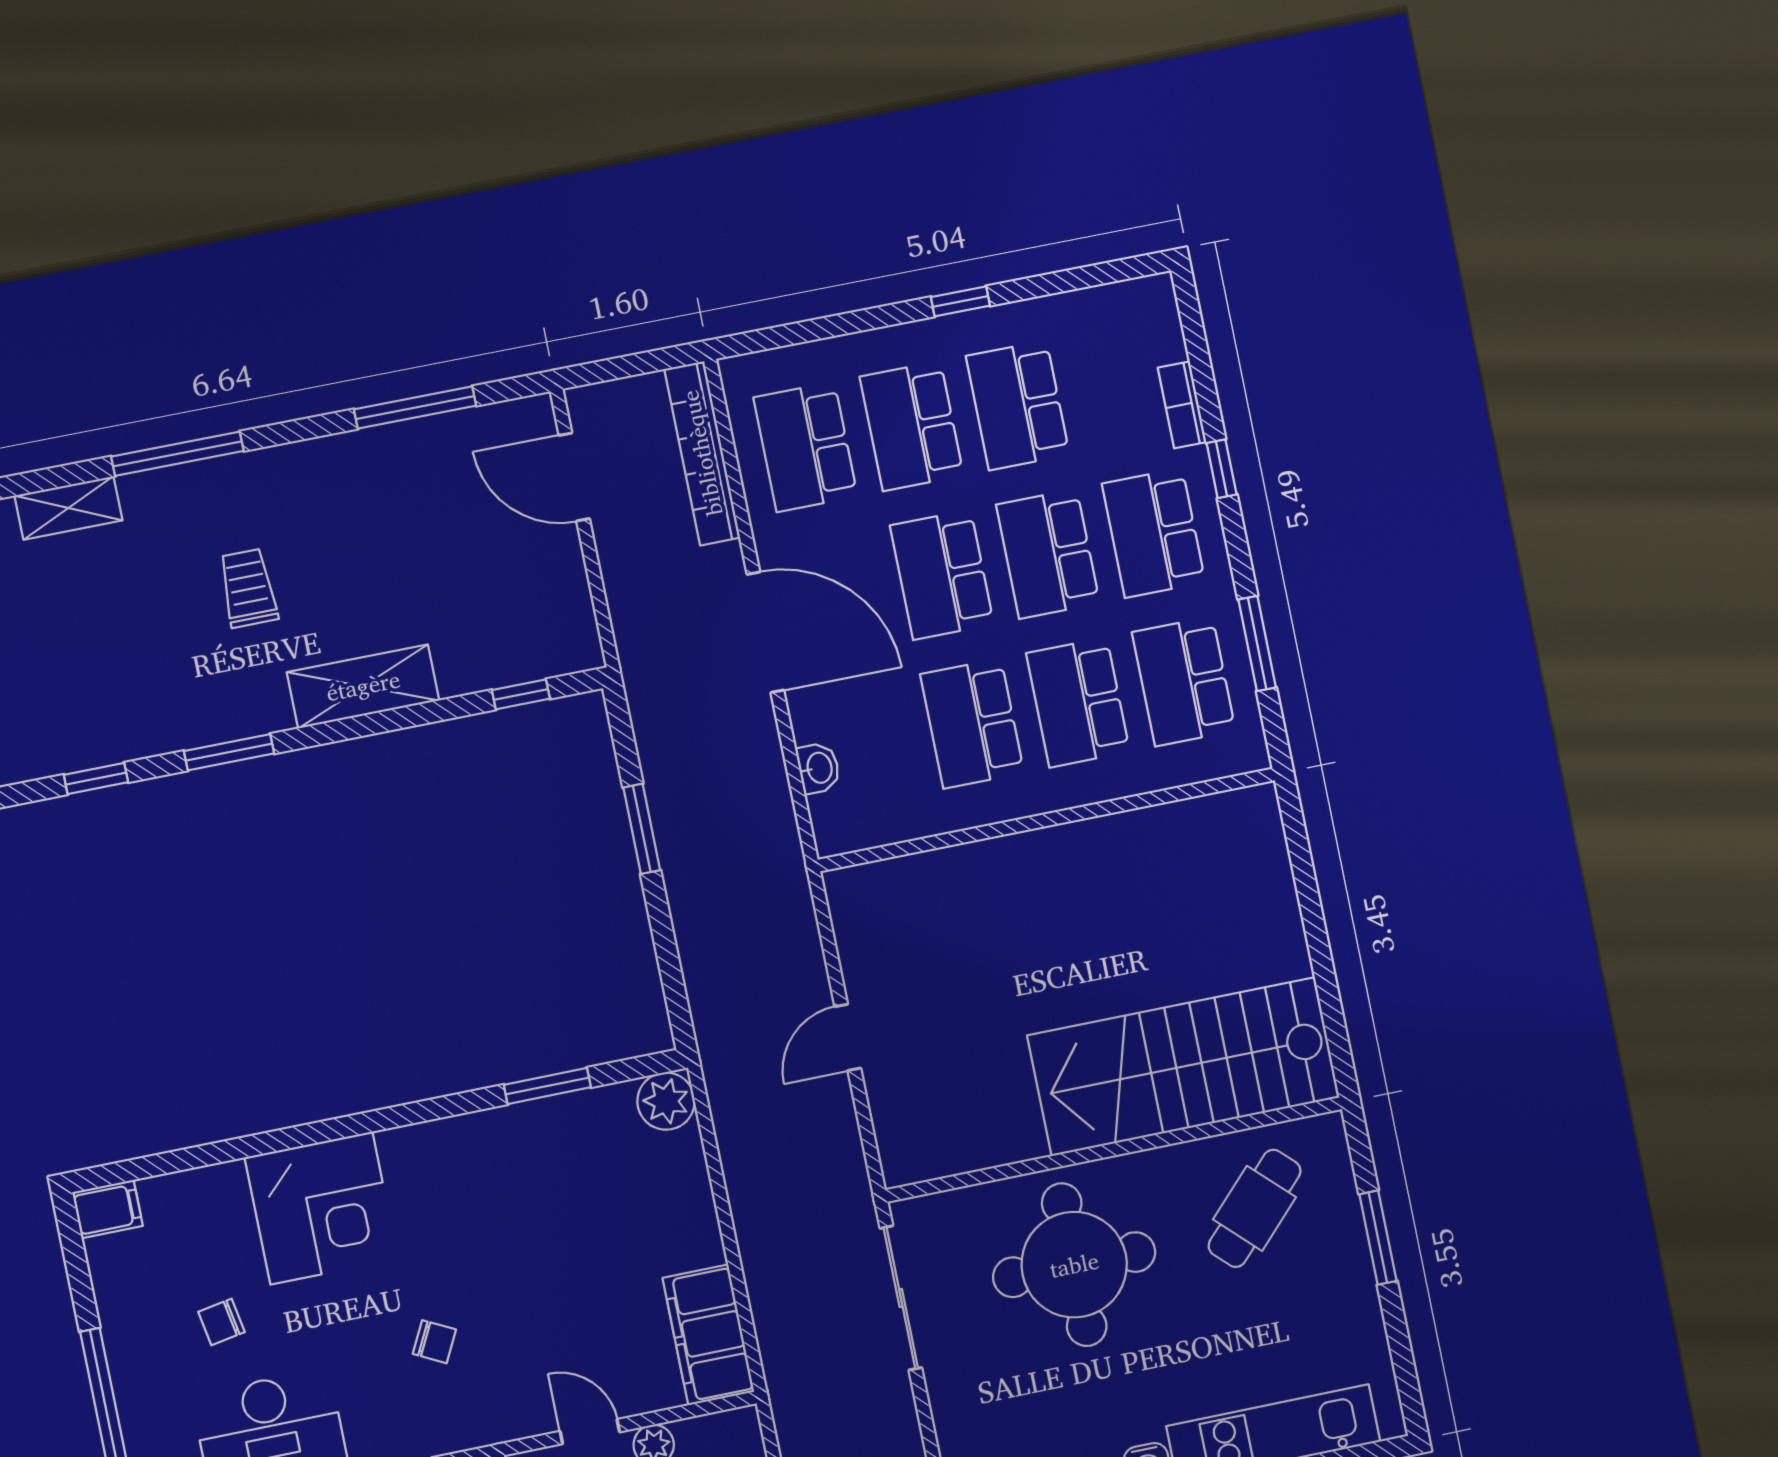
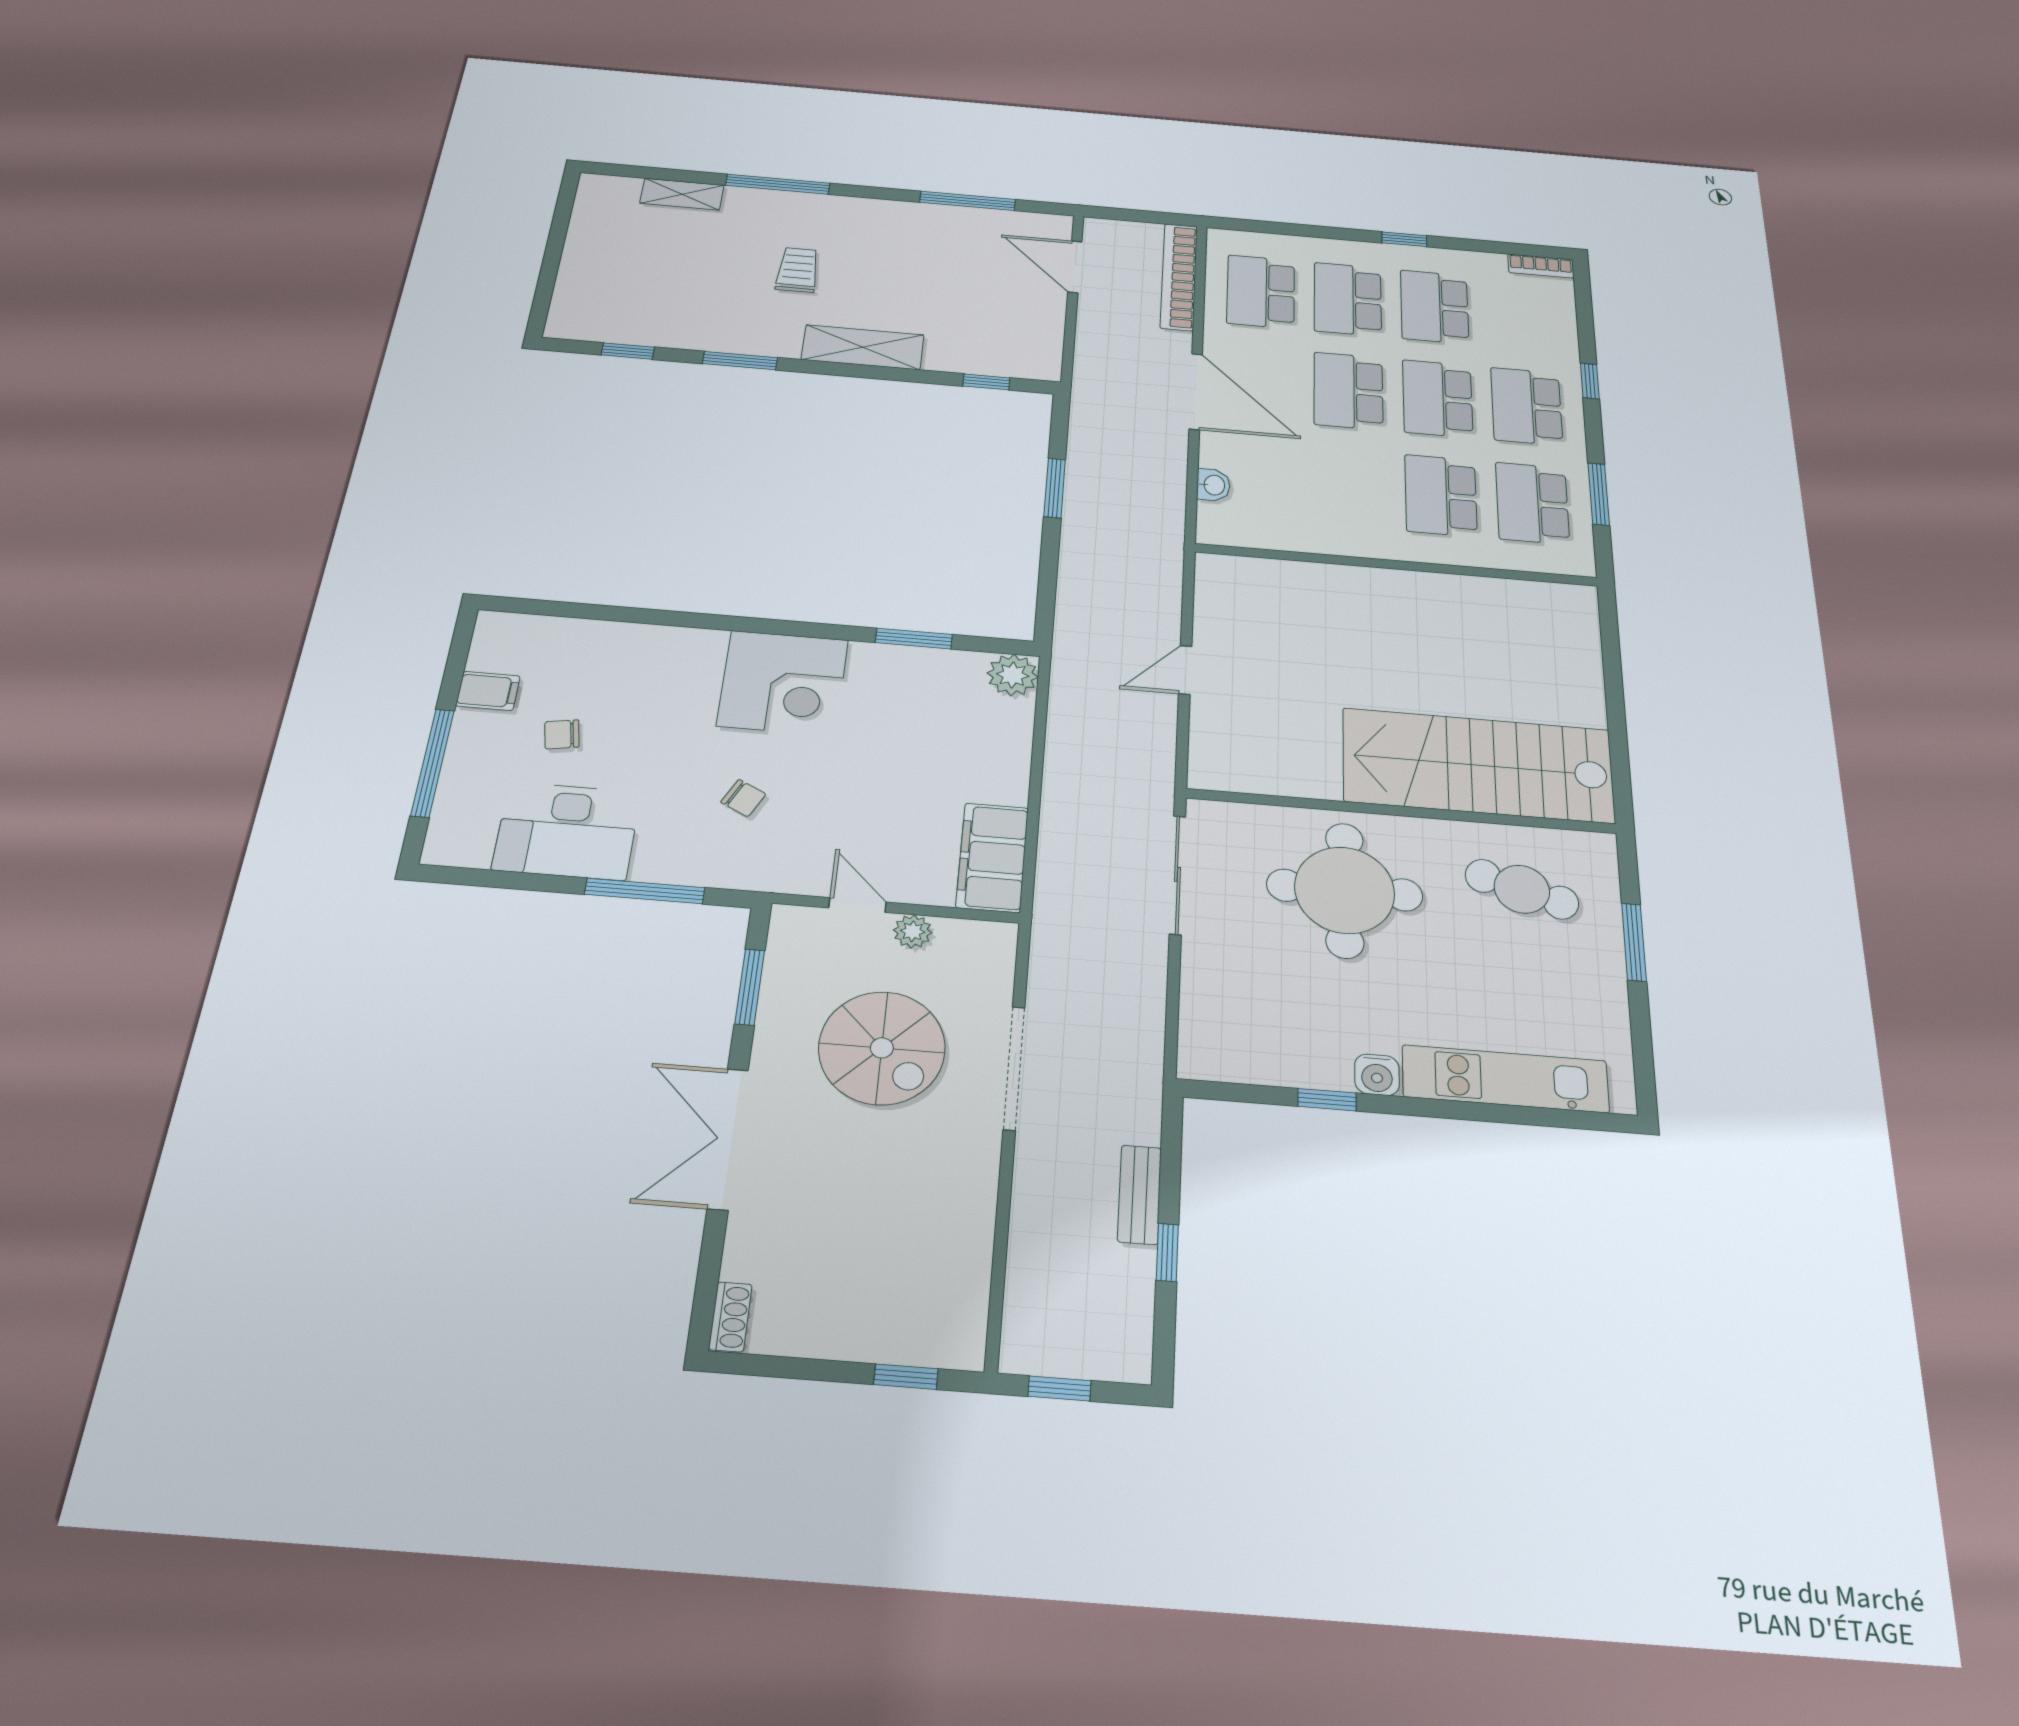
bookcase: (1182, 405) -> (1541, 266), moved, turned -90
school desk: (972, 723) -> (1349, 488), removed
corner desk: (321, 1208) -> (783, 683), moved
cafe table: (1255, 1208) -> (1522, 889), turned 63
filing cabinet: (107, 1209) -> (488, 691), moved

